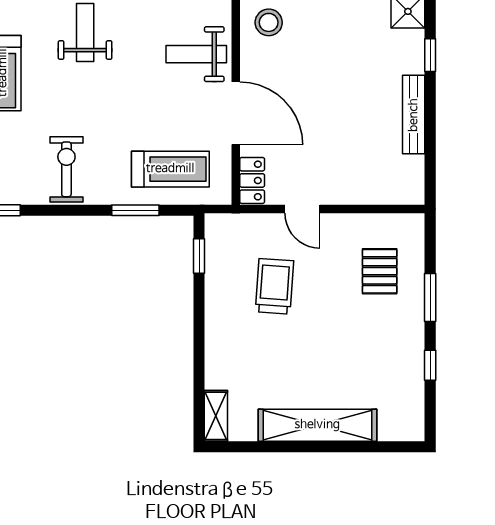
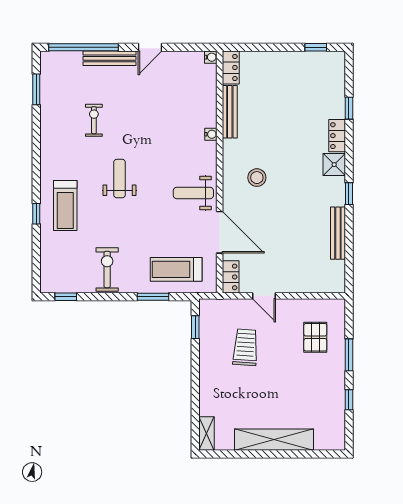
stool: (269, 22) -> (257, 178), moved
treadmill: (170, 169) -> (176, 269), turned 180

